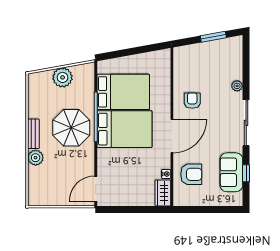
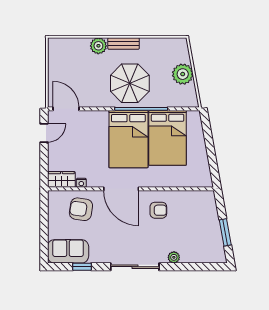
sofa: (231, 172) -> (68, 251), moved
armchair: (191, 174) -> (81, 209), turned 99
door: (119, 210) -> (44, 133), added

